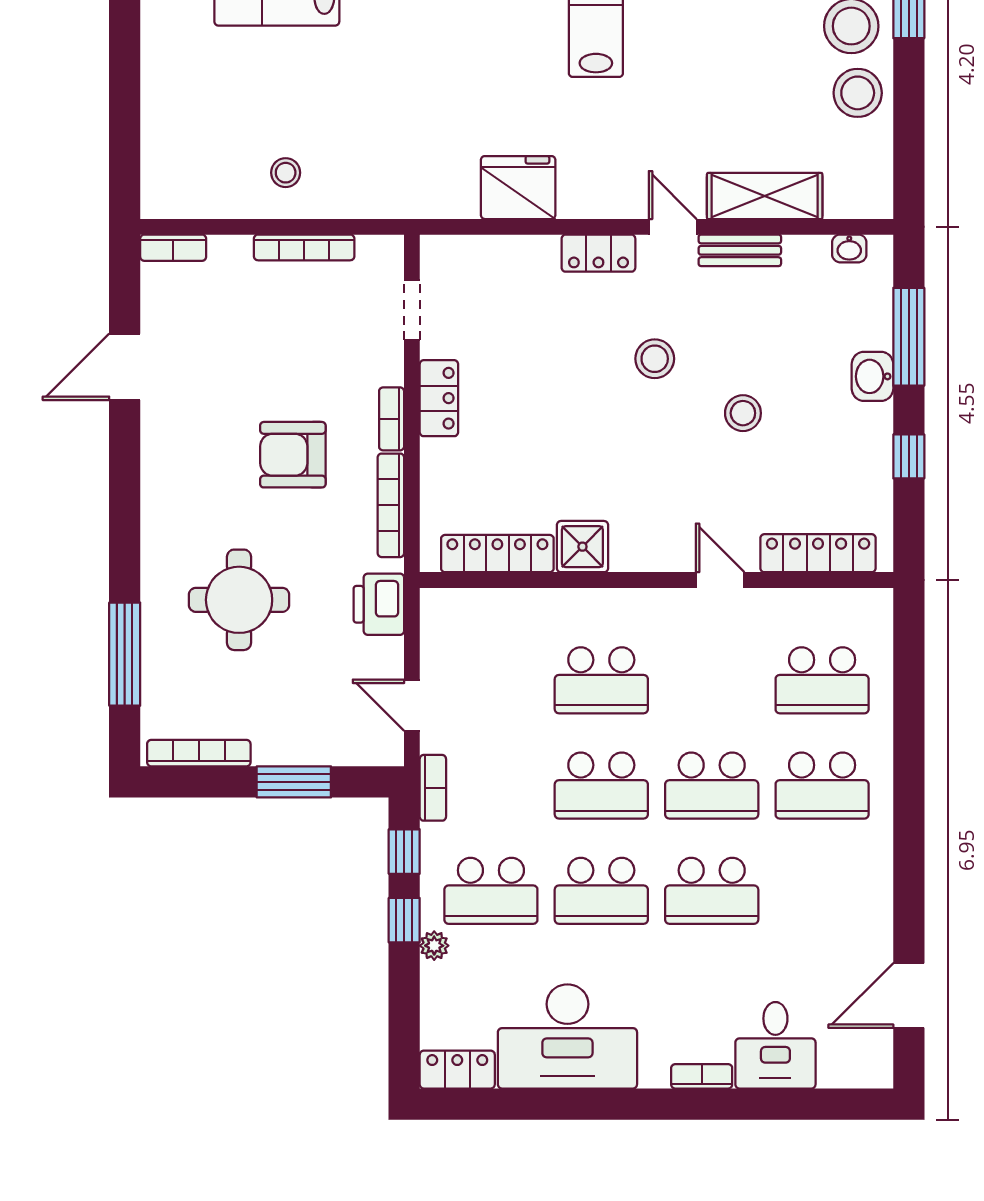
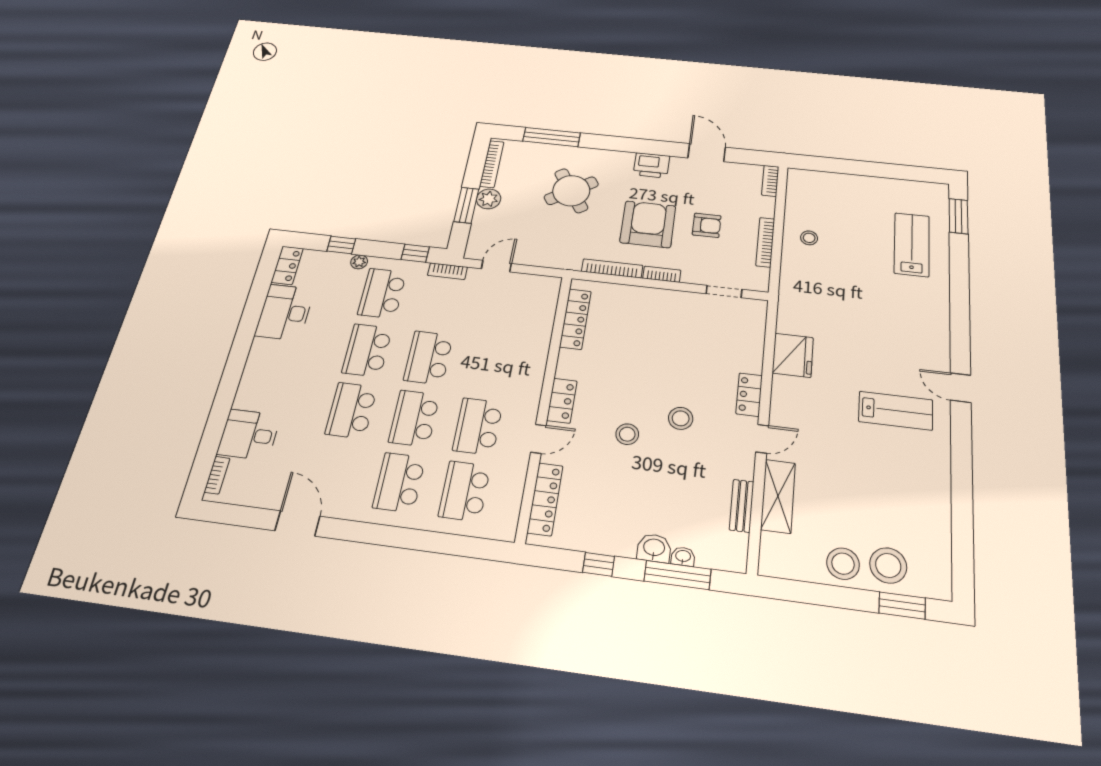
washbasin: (849, 248) -> (683, 556), moved, turned 90
bench: (740, 250) -> (742, 506), moved
armchair: (282, 352) -> (707, 225), added
locker: (439, 398) -> (562, 401), moved, turned -90
stool: (743, 413) -> (627, 434), moved
armchair: (293, 455) -> (648, 224), width x1.36, depth x1.36
shower: (582, 547) -> (572, 364), removed
round table: (239, 600) -> (571, 191), turned -33
printer: (379, 604) -> (651, 165), moved, turned 180
school desk: (601, 680) -> (478, 426), moved
plant: (275, 745) -> (489, 199), added
window: (404, 920) -> (341, 245), moved
door: (909, 995) -> (297, 523), moved
desk: (567, 1036) -> (285, 312), width x0.73, depth x0.77
bookcase: (702, 1076) -> (217, 475), moved

